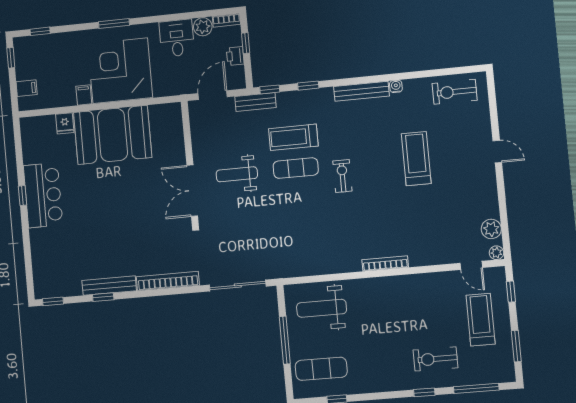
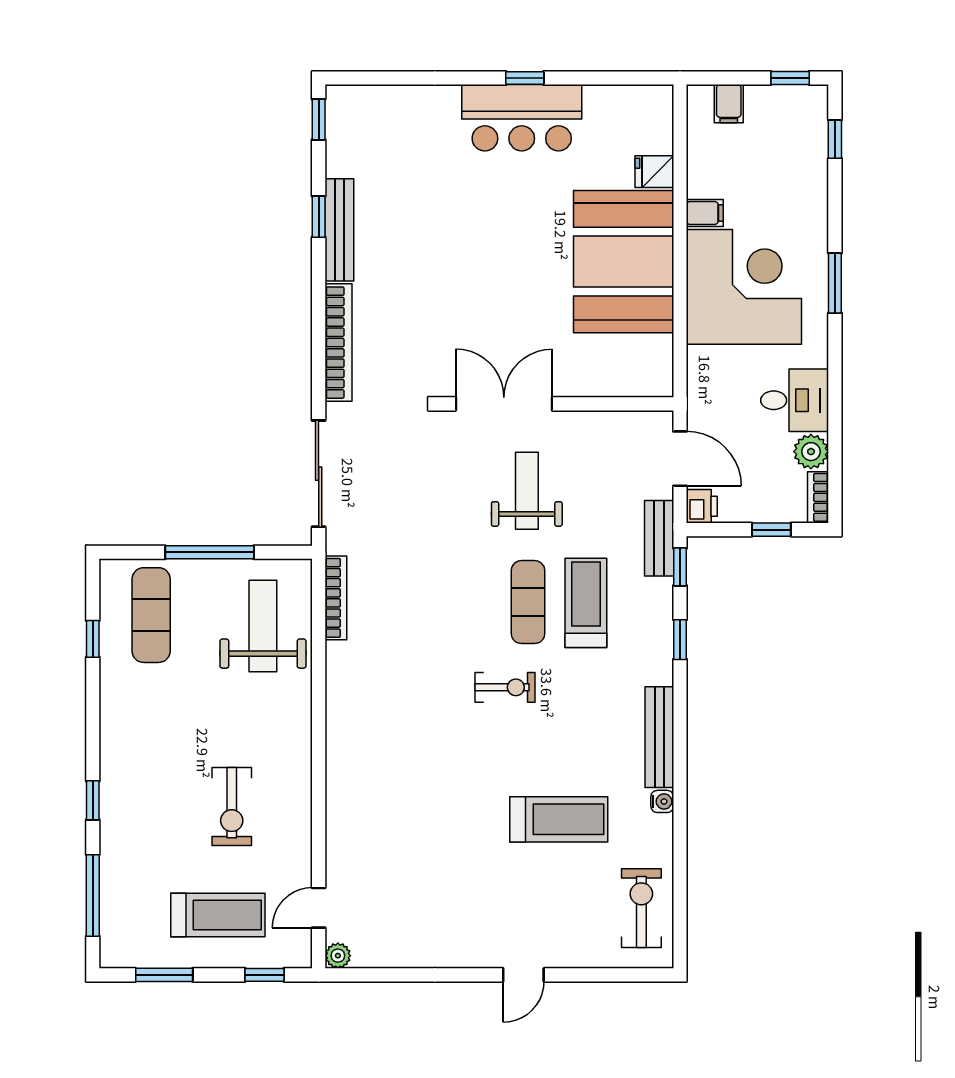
printer: (235, 56) -> (702, 506), moved, turned 90
treadmill: (416, 159) -> (559, 819), moved
plant: (491, 229) -> (382, 950), removed
bookcase: (385, 264) -> (336, 598), moved
exercise bike: (435, 359) -> (232, 806), moved, turned 180

